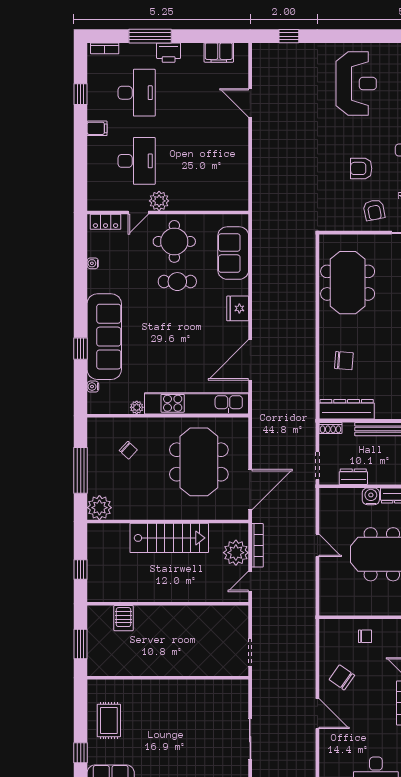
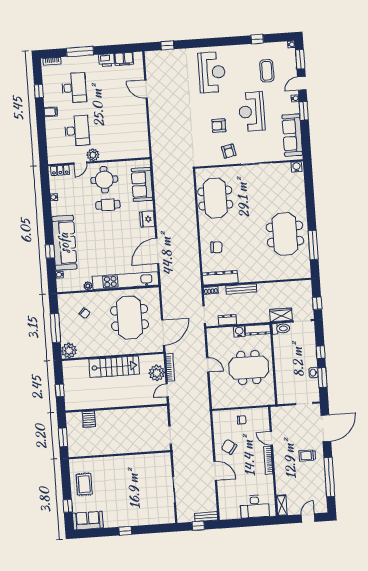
printer: (169, 53) -> (107, 60), moved

